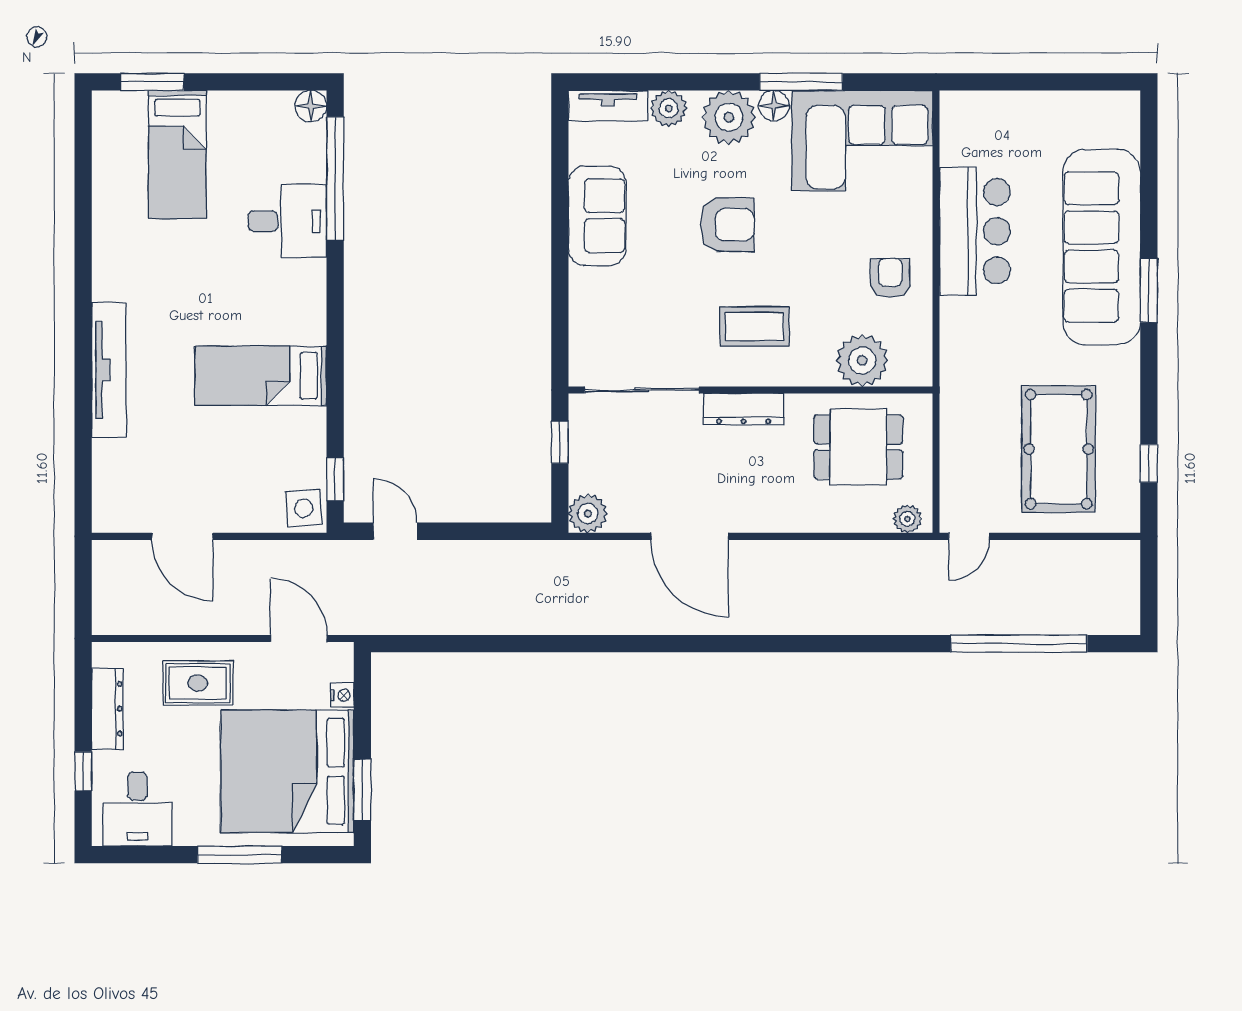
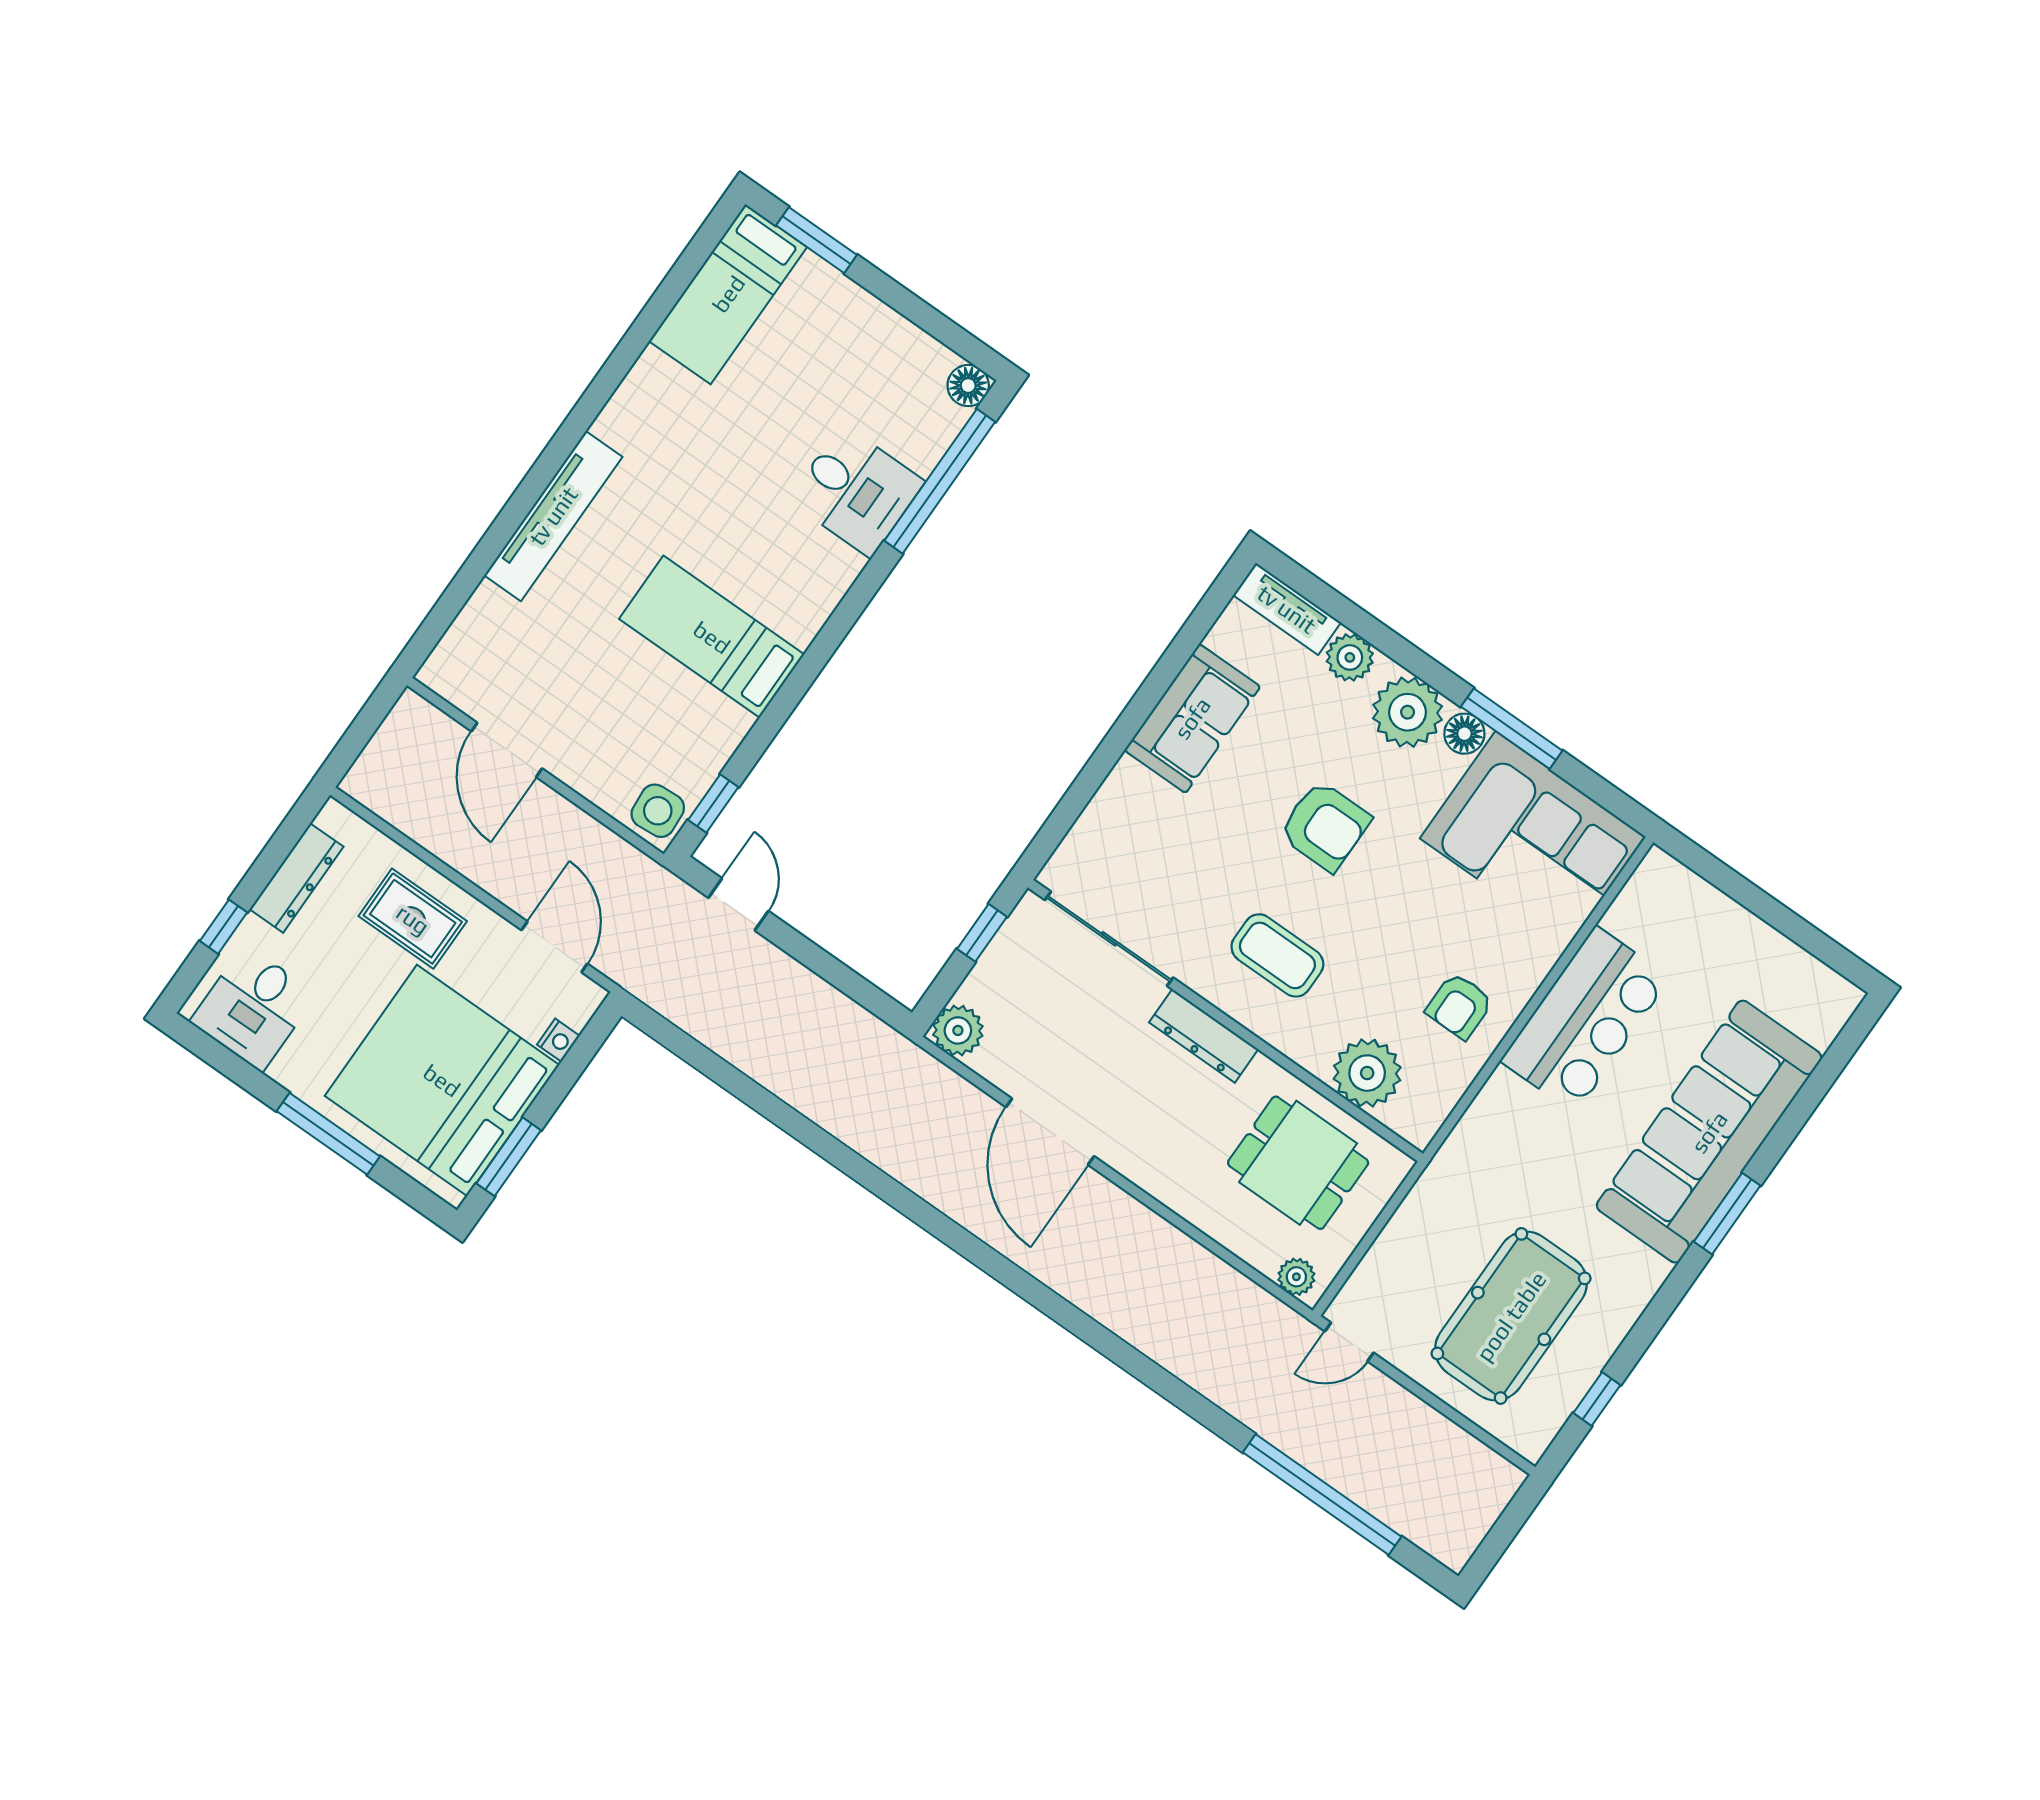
bed: (177, 154) -> (728, 294), moved
armchair: (890, 278) -> (1459, 1006), turned 180

